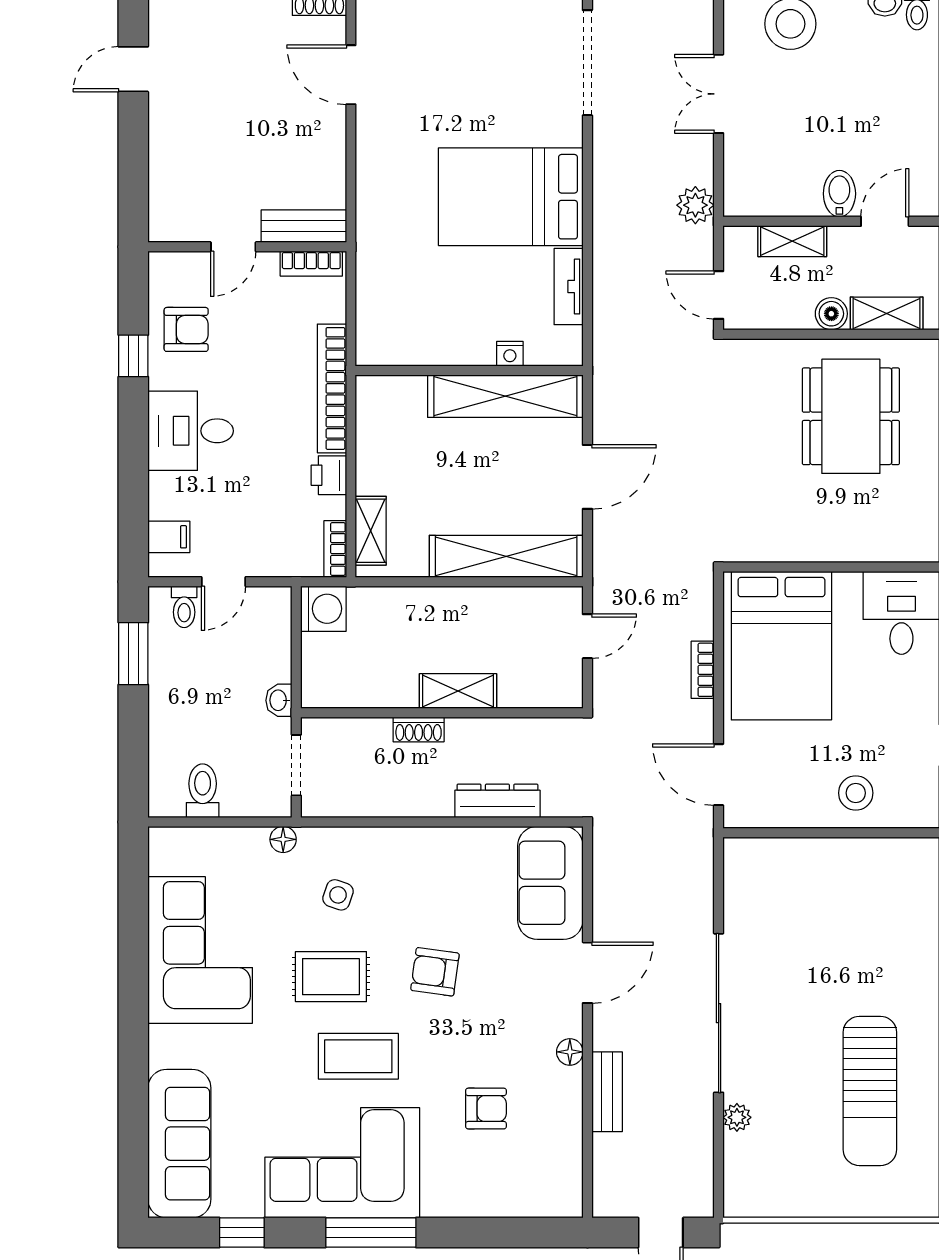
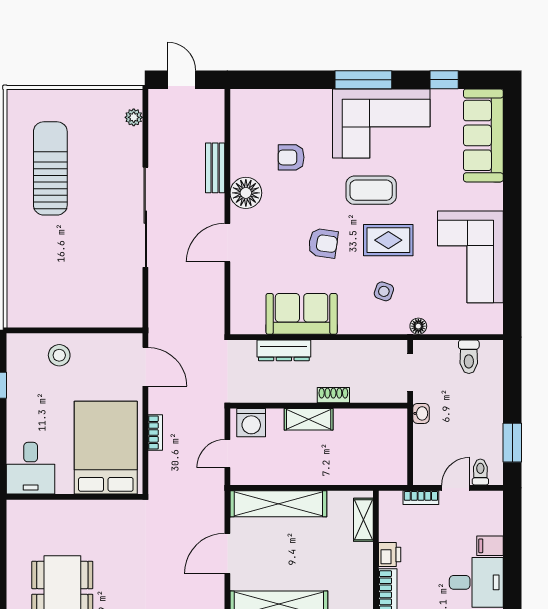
filing cabinet: (169, 537) -> (490, 546), moved
bookcase: (335, 549) -> (421, 498), moved, turned 90
washing machine: (323, 609) -> (251, 423), moved, turned -90
sofa: (550, 883) -> (302, 314), moved, turned -90
floor lamp: (570, 1052) -> (246, 193), width x1.89, depth x1.89
plant: (737, 1117) -> (134, 117), moved

